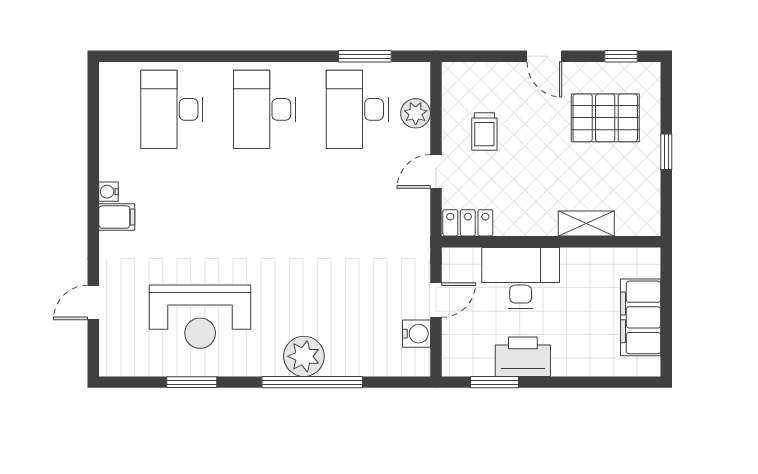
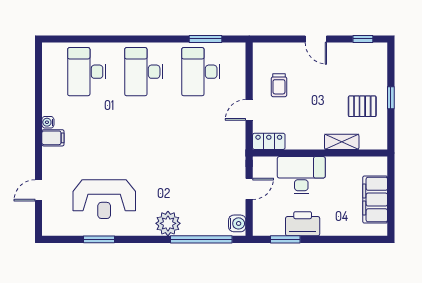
plant: (416, 113) -> (237, 74), removed
pallet: (605, 118) -> (362, 106), moved, width x0.67, depth x0.71
water cooler: (417, 334) -> (237, 223), moved
window: (312, 382) -> (201, 239), moved

